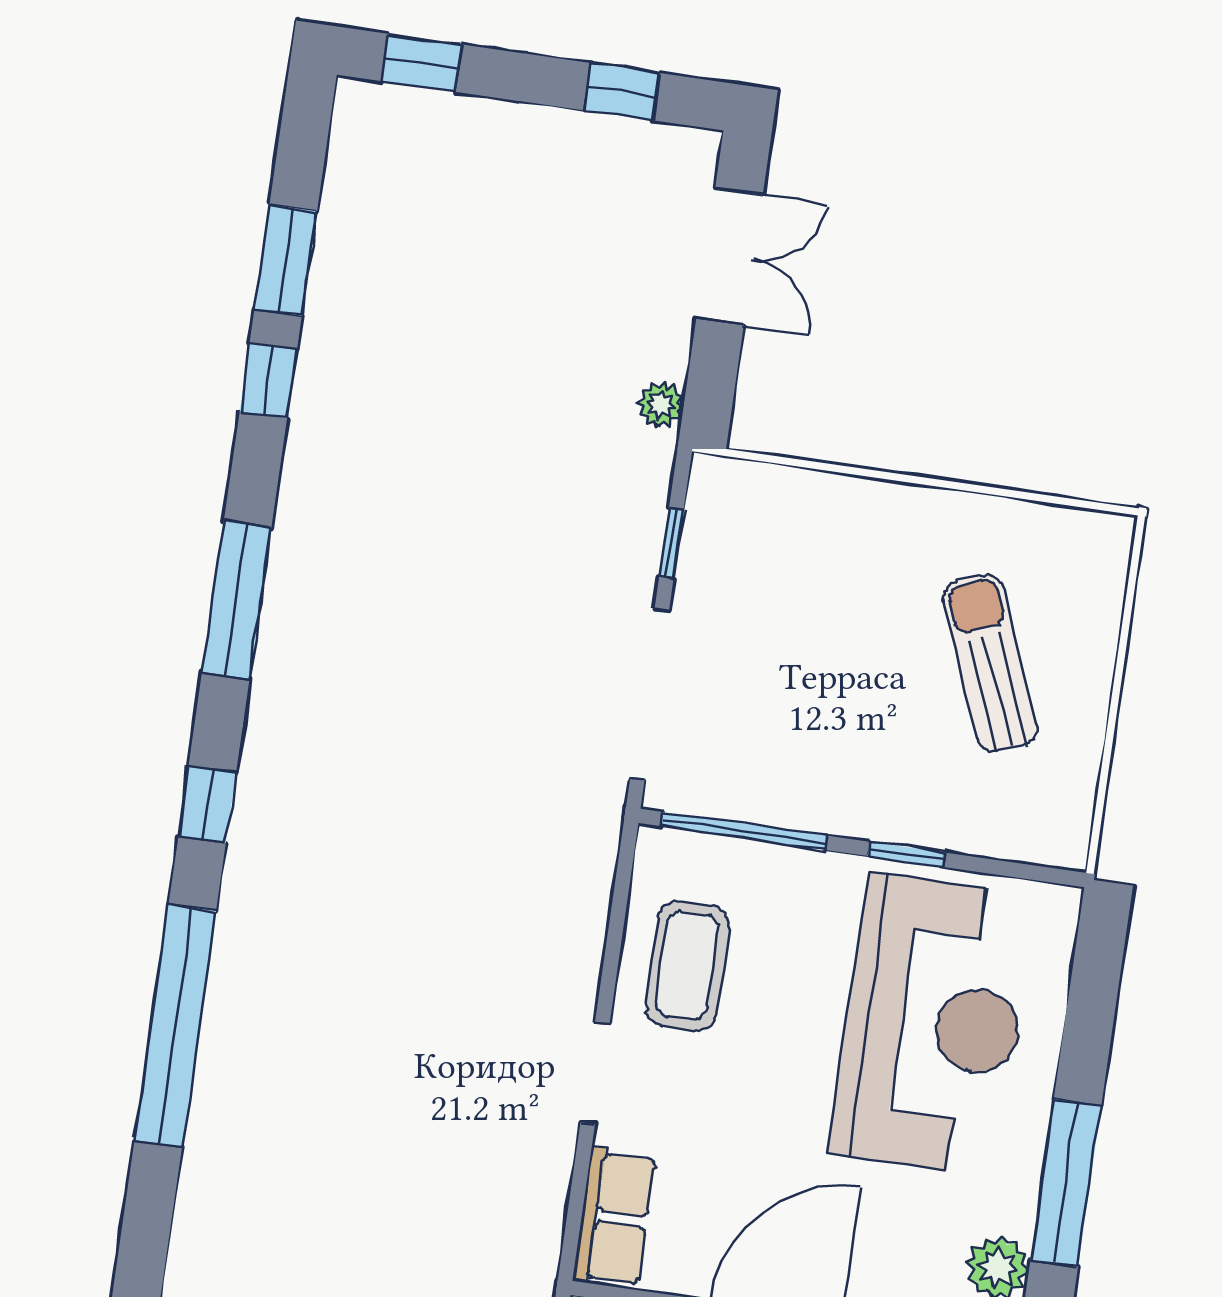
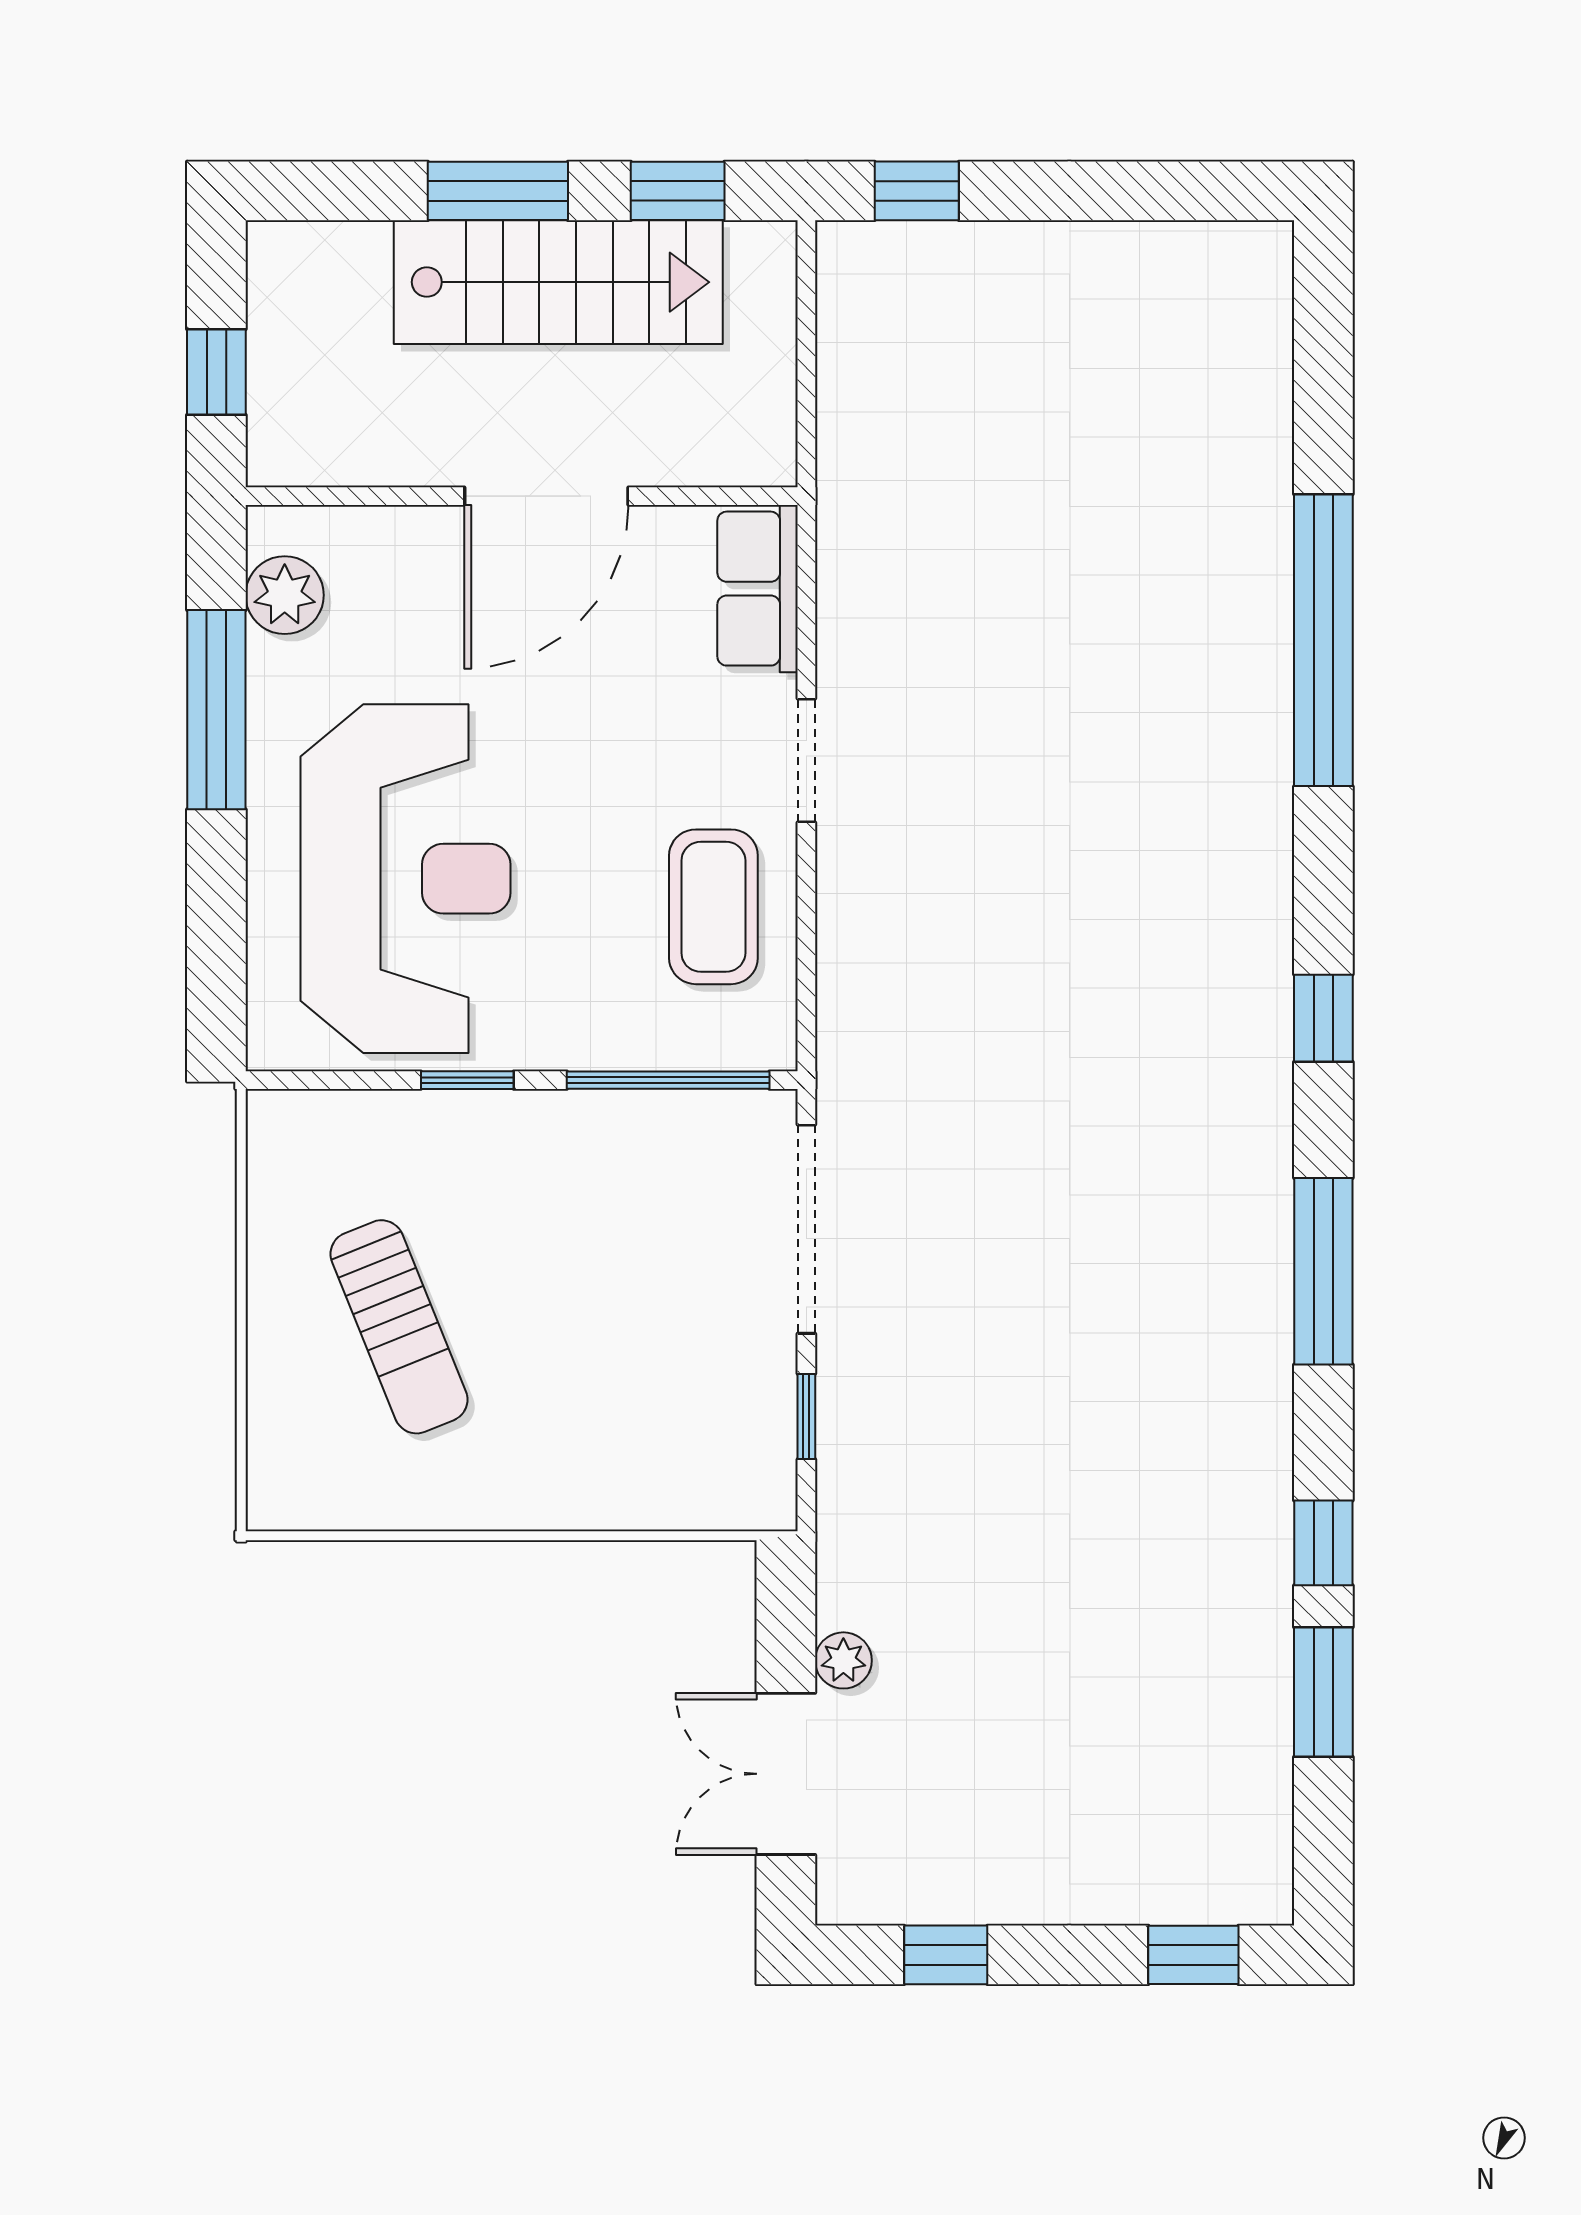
plant: (661, 405) -> (843, 1660), moved
reception desk: (933, 1024) -> (405, 879), turned 180
window: (175, 1026) -> (1323, 640), moved

